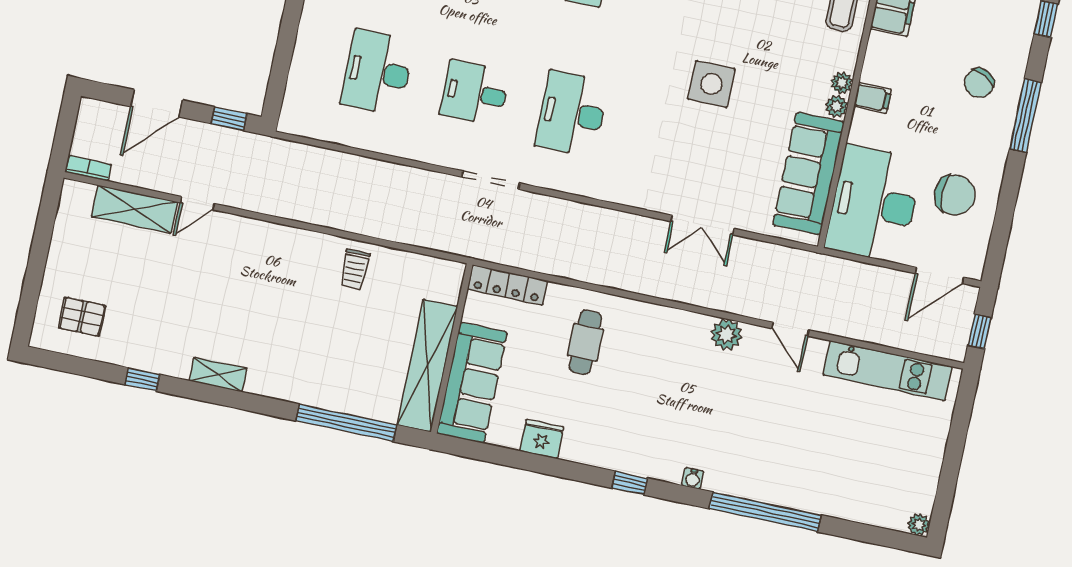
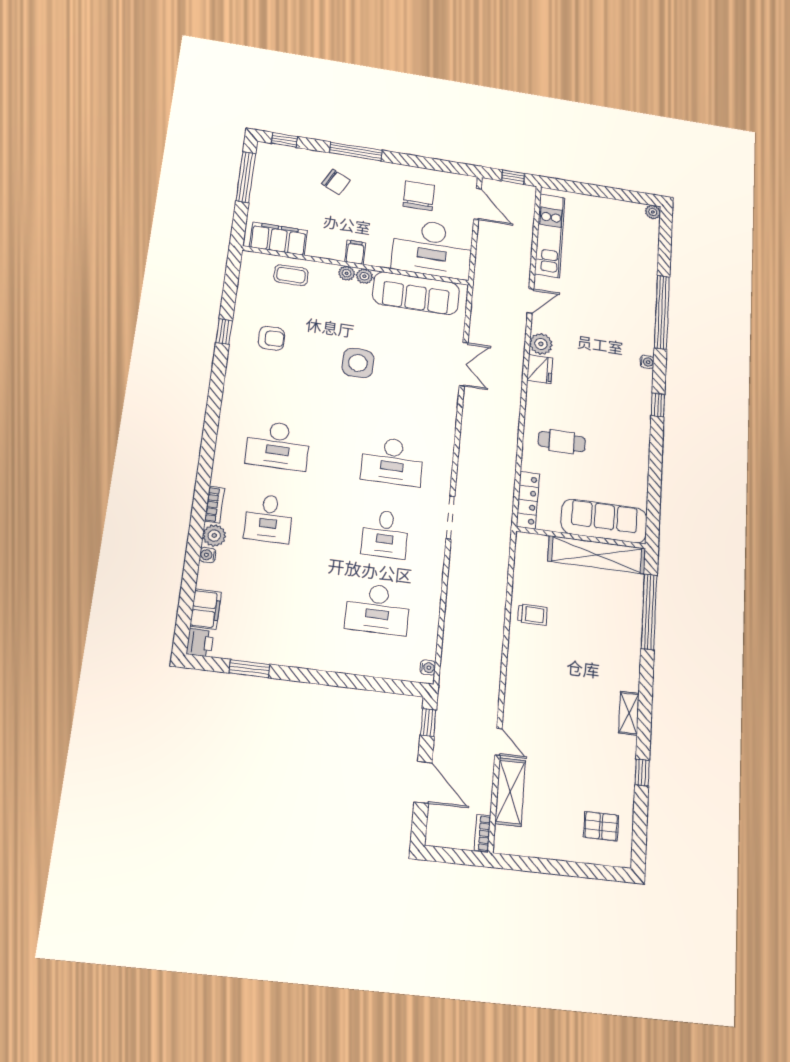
water cooler: (298, 127) -> (428, 668), added
pallet: (82, 317) -> (601, 826), turned 90
fridge: (542, 439) -> (540, 369), moved, turned 180

